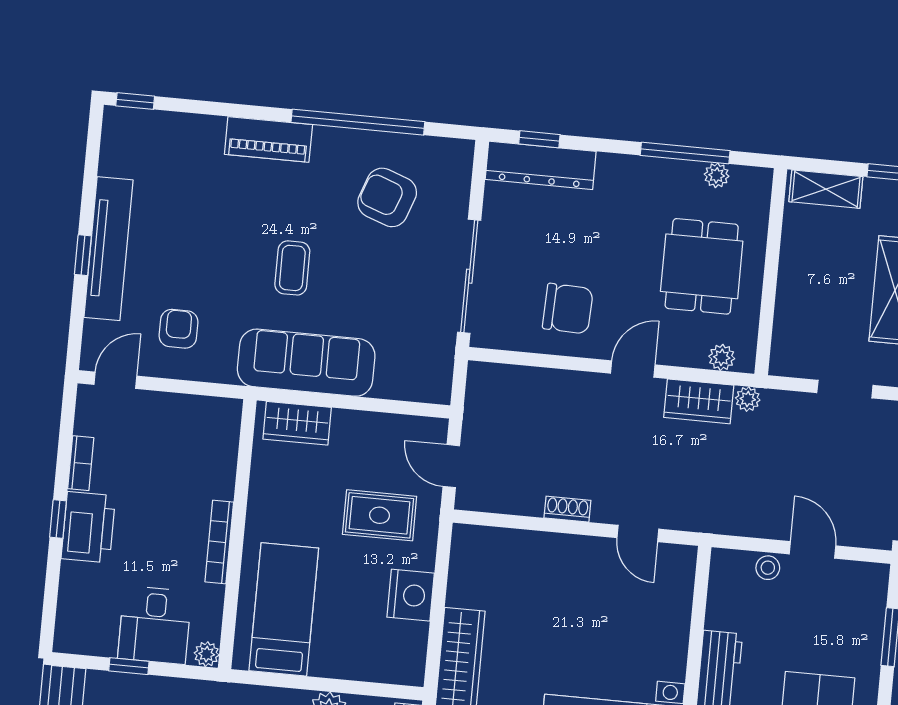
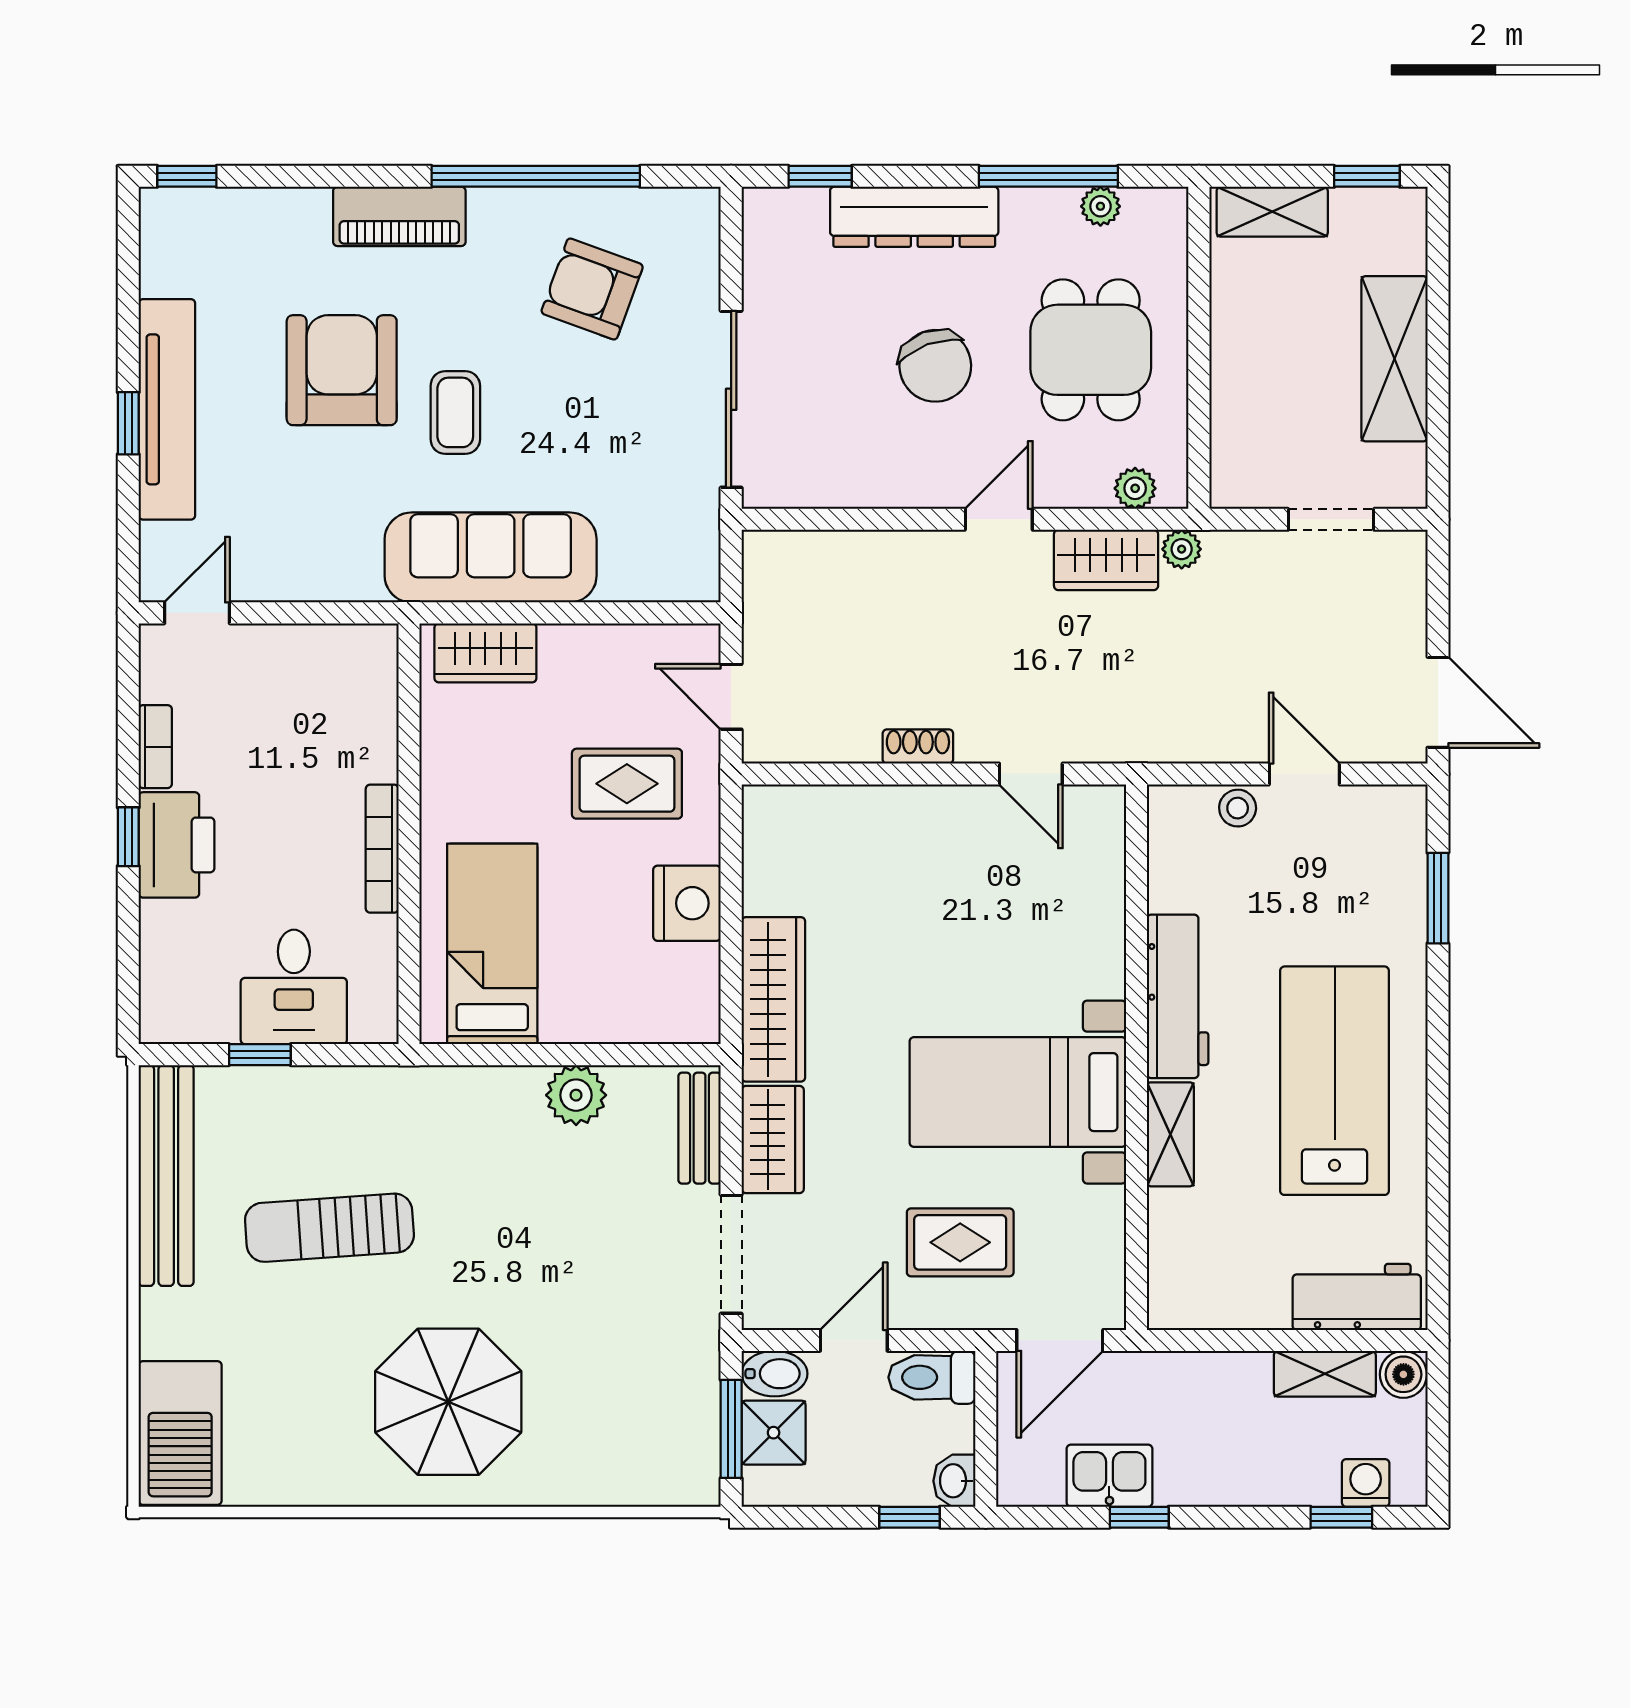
dresser: (541, 165) -> (914, 217), moved
chair: (568, 309) -> (935, 366), moved, turned 68
armchair: (179, 329) -> (342, 370), moved, width x1.88, depth x1.88
plant: (207, 654) -> (379, 1025), removed

